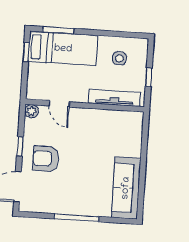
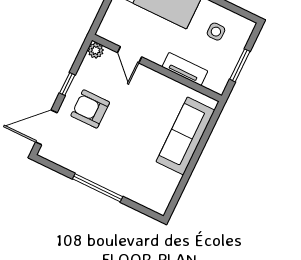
window: (149, 77) -> (240, 65), width x1.50
tv unit: (114, 98) -> (185, 69), width x0.71
sofa: (126, 188) -> (185, 136), moved

